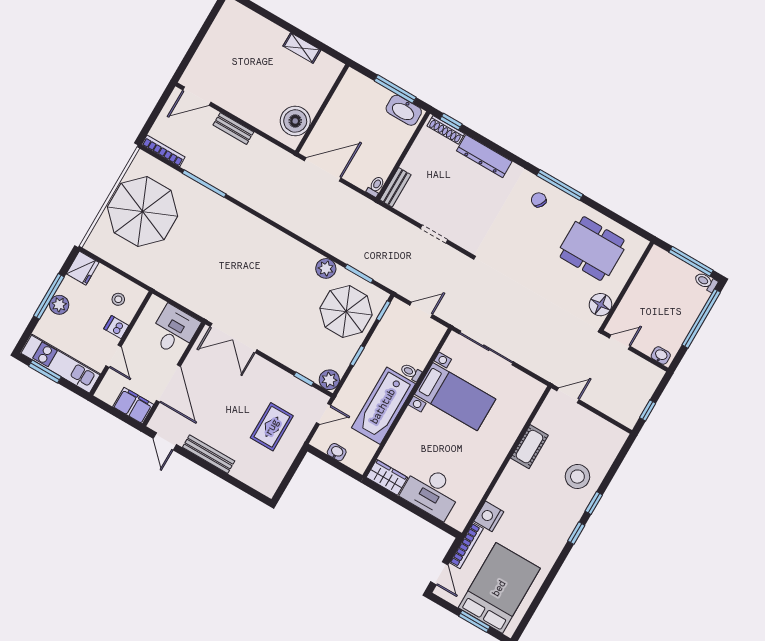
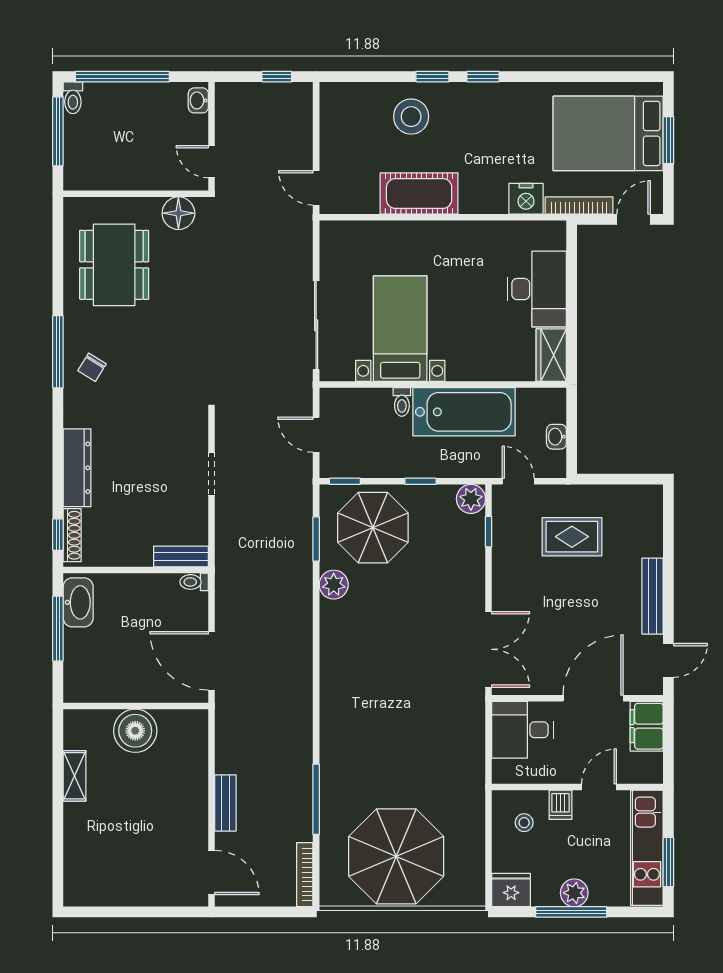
boiler: (295, 121) -> (135, 731), moved
cot: (529, 447) -> (419, 193), width x1.37, depth x1.34

